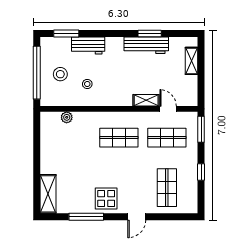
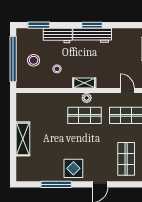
window: (150, 34) -> (92, 25), moved
workbench: (146, 45) -> (92, 35), moved
shelving: (146, 100) -> (84, 83), moved
plant: (67, 117) -> (87, 98), moved
shelving: (48, 194) -> (23, 139), moved

